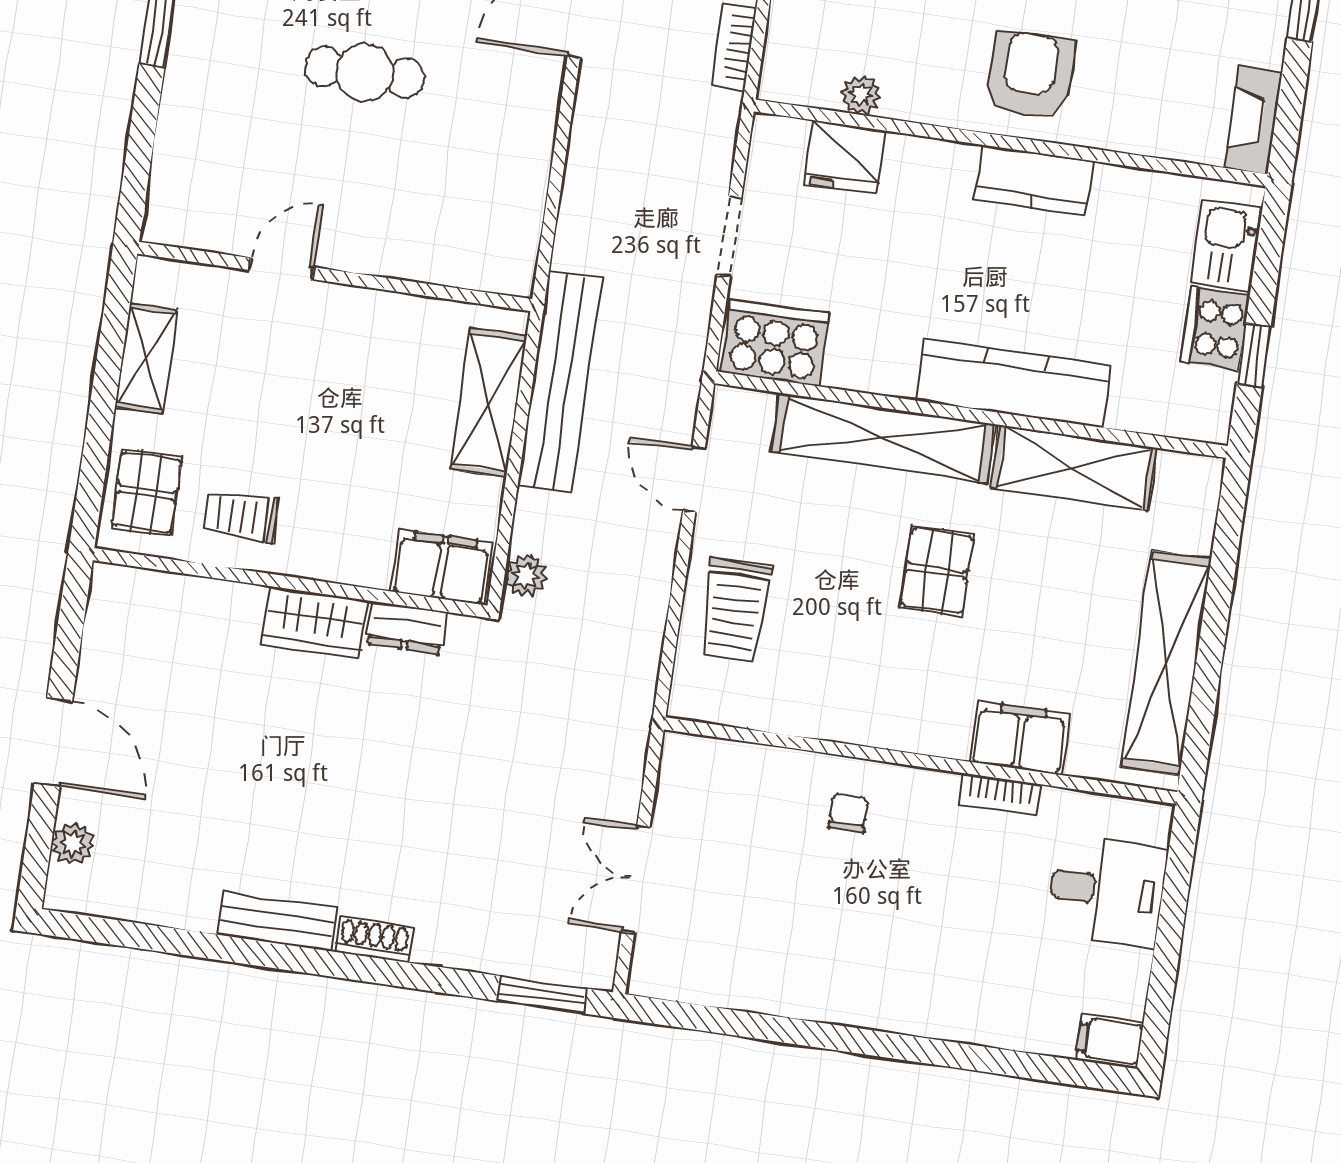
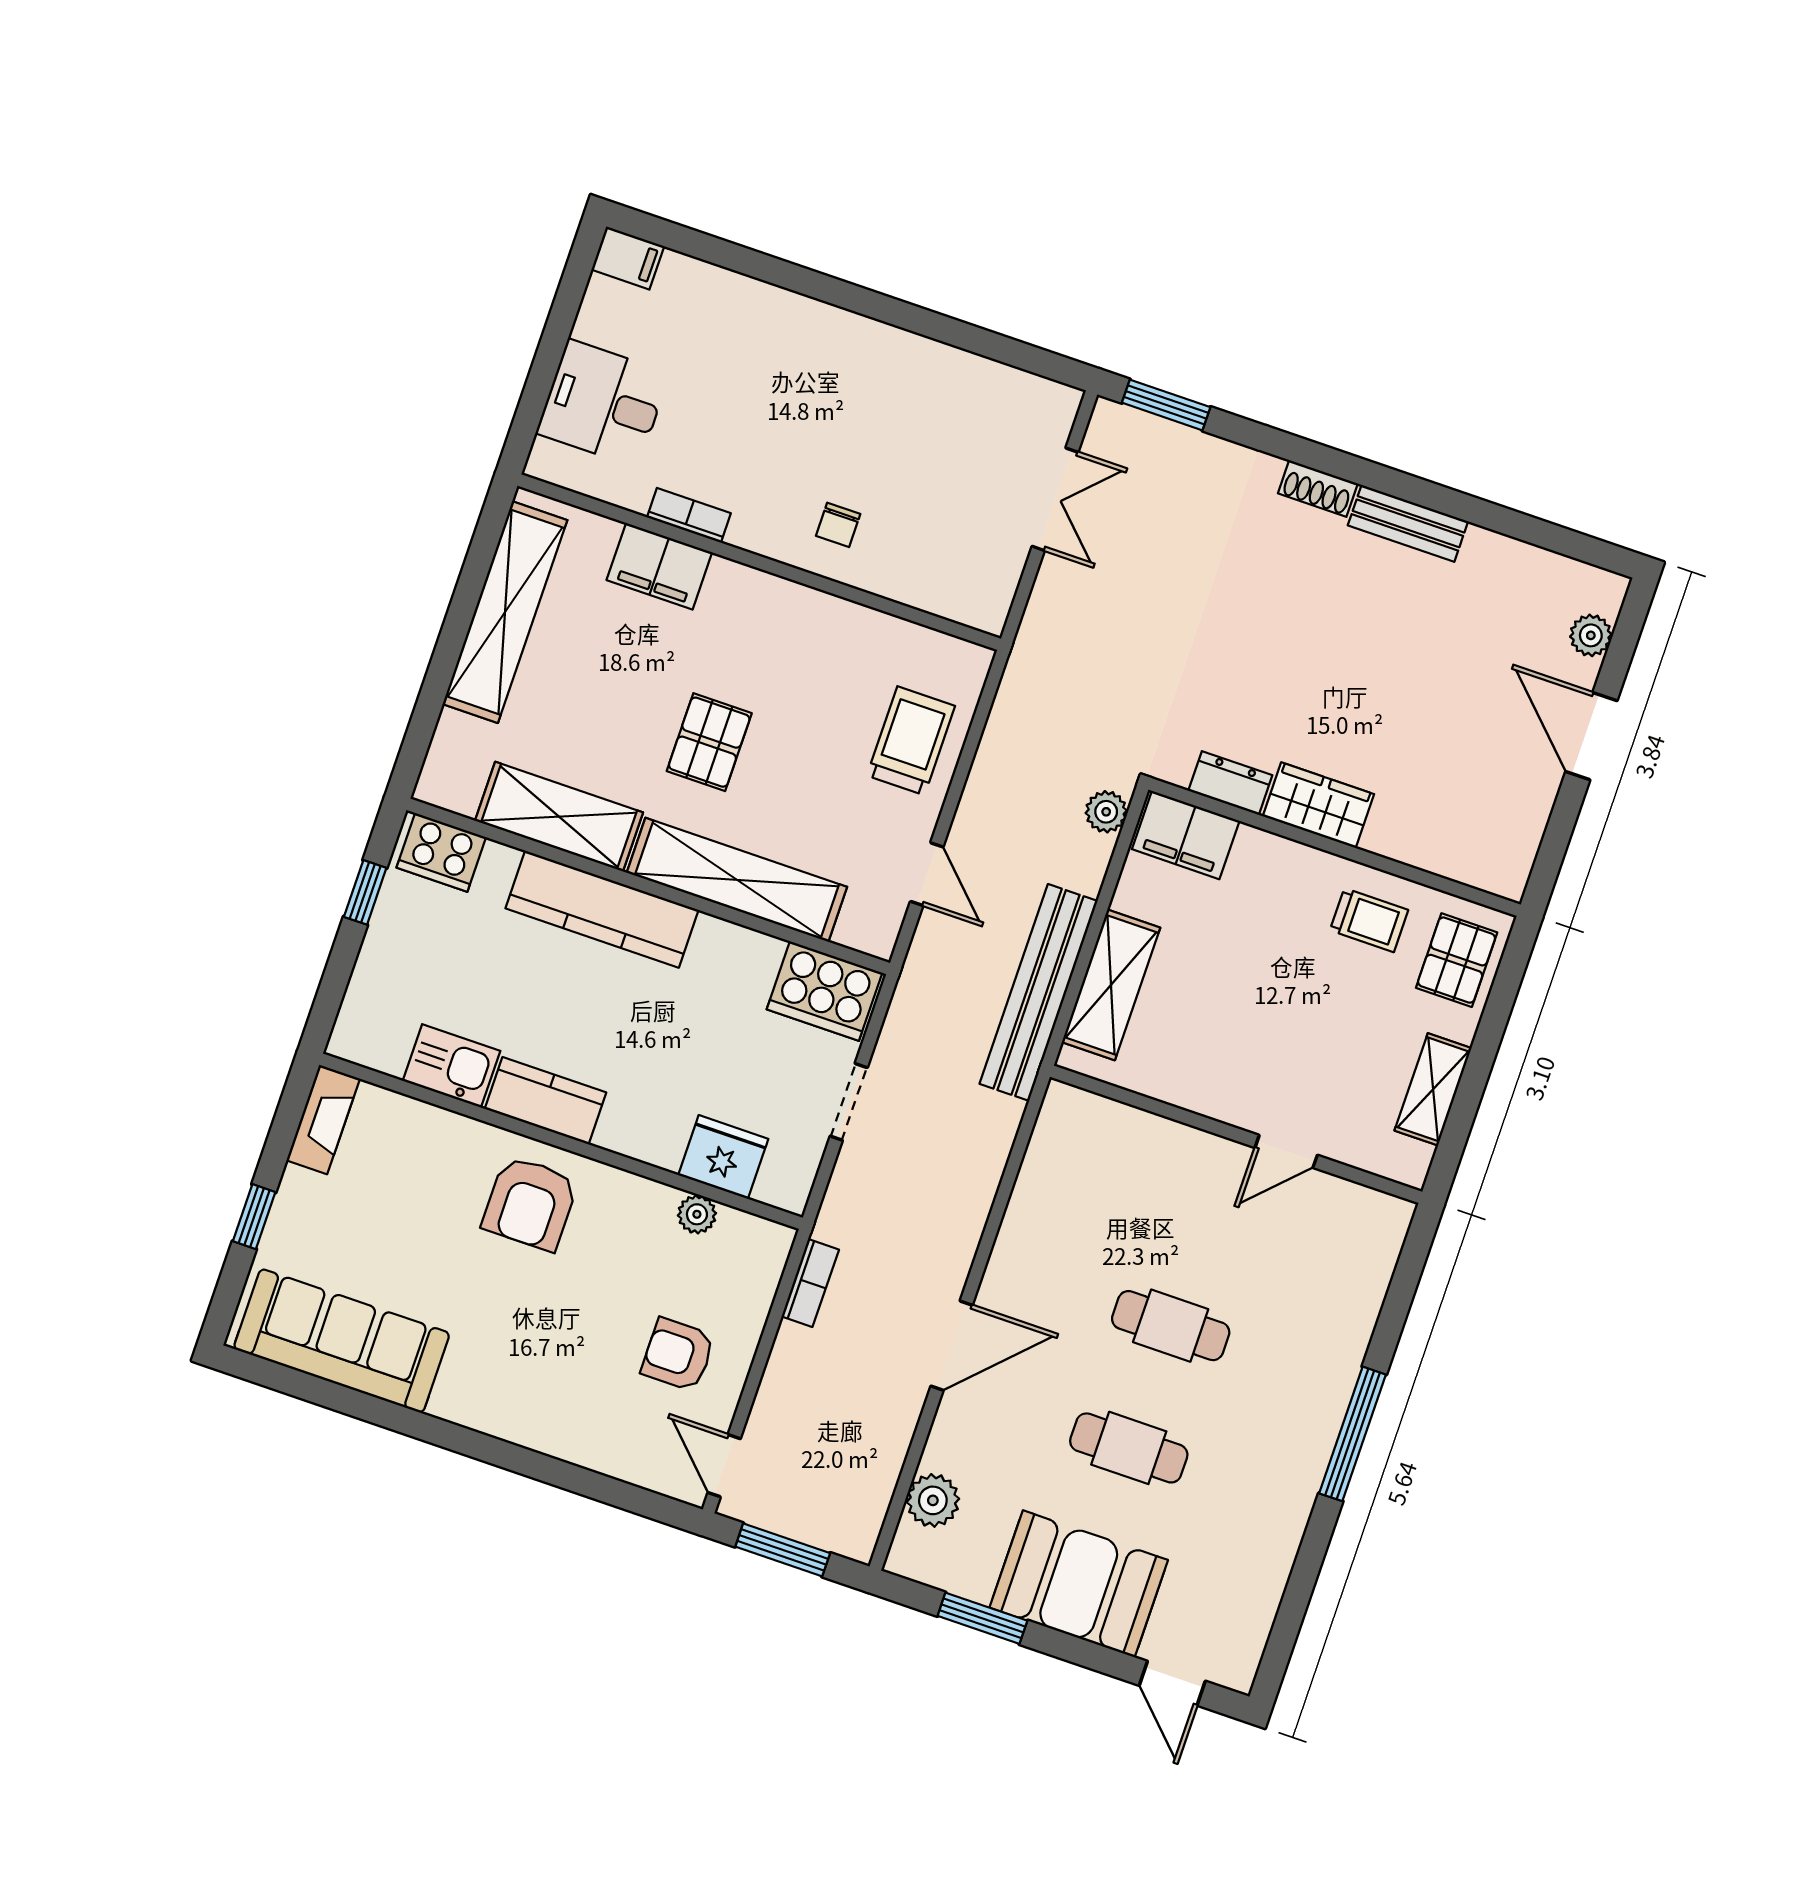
kitchen sink: (1226, 245) -> (452, 1066), moved, turned -90
cooker: (1215, 329) -> (441, 852), moved, turned 90

